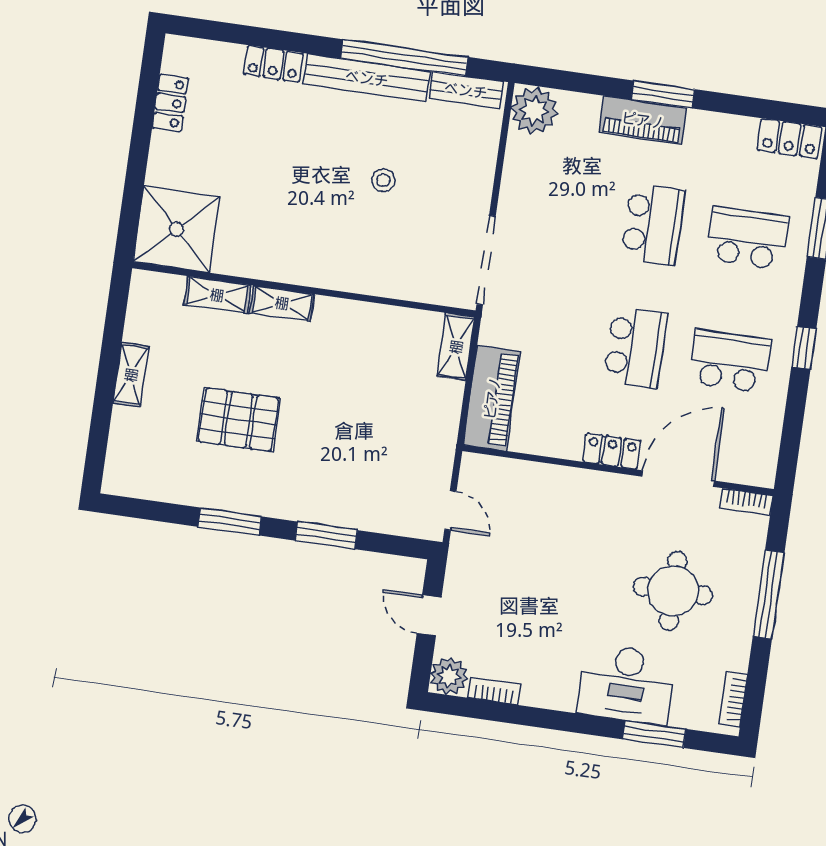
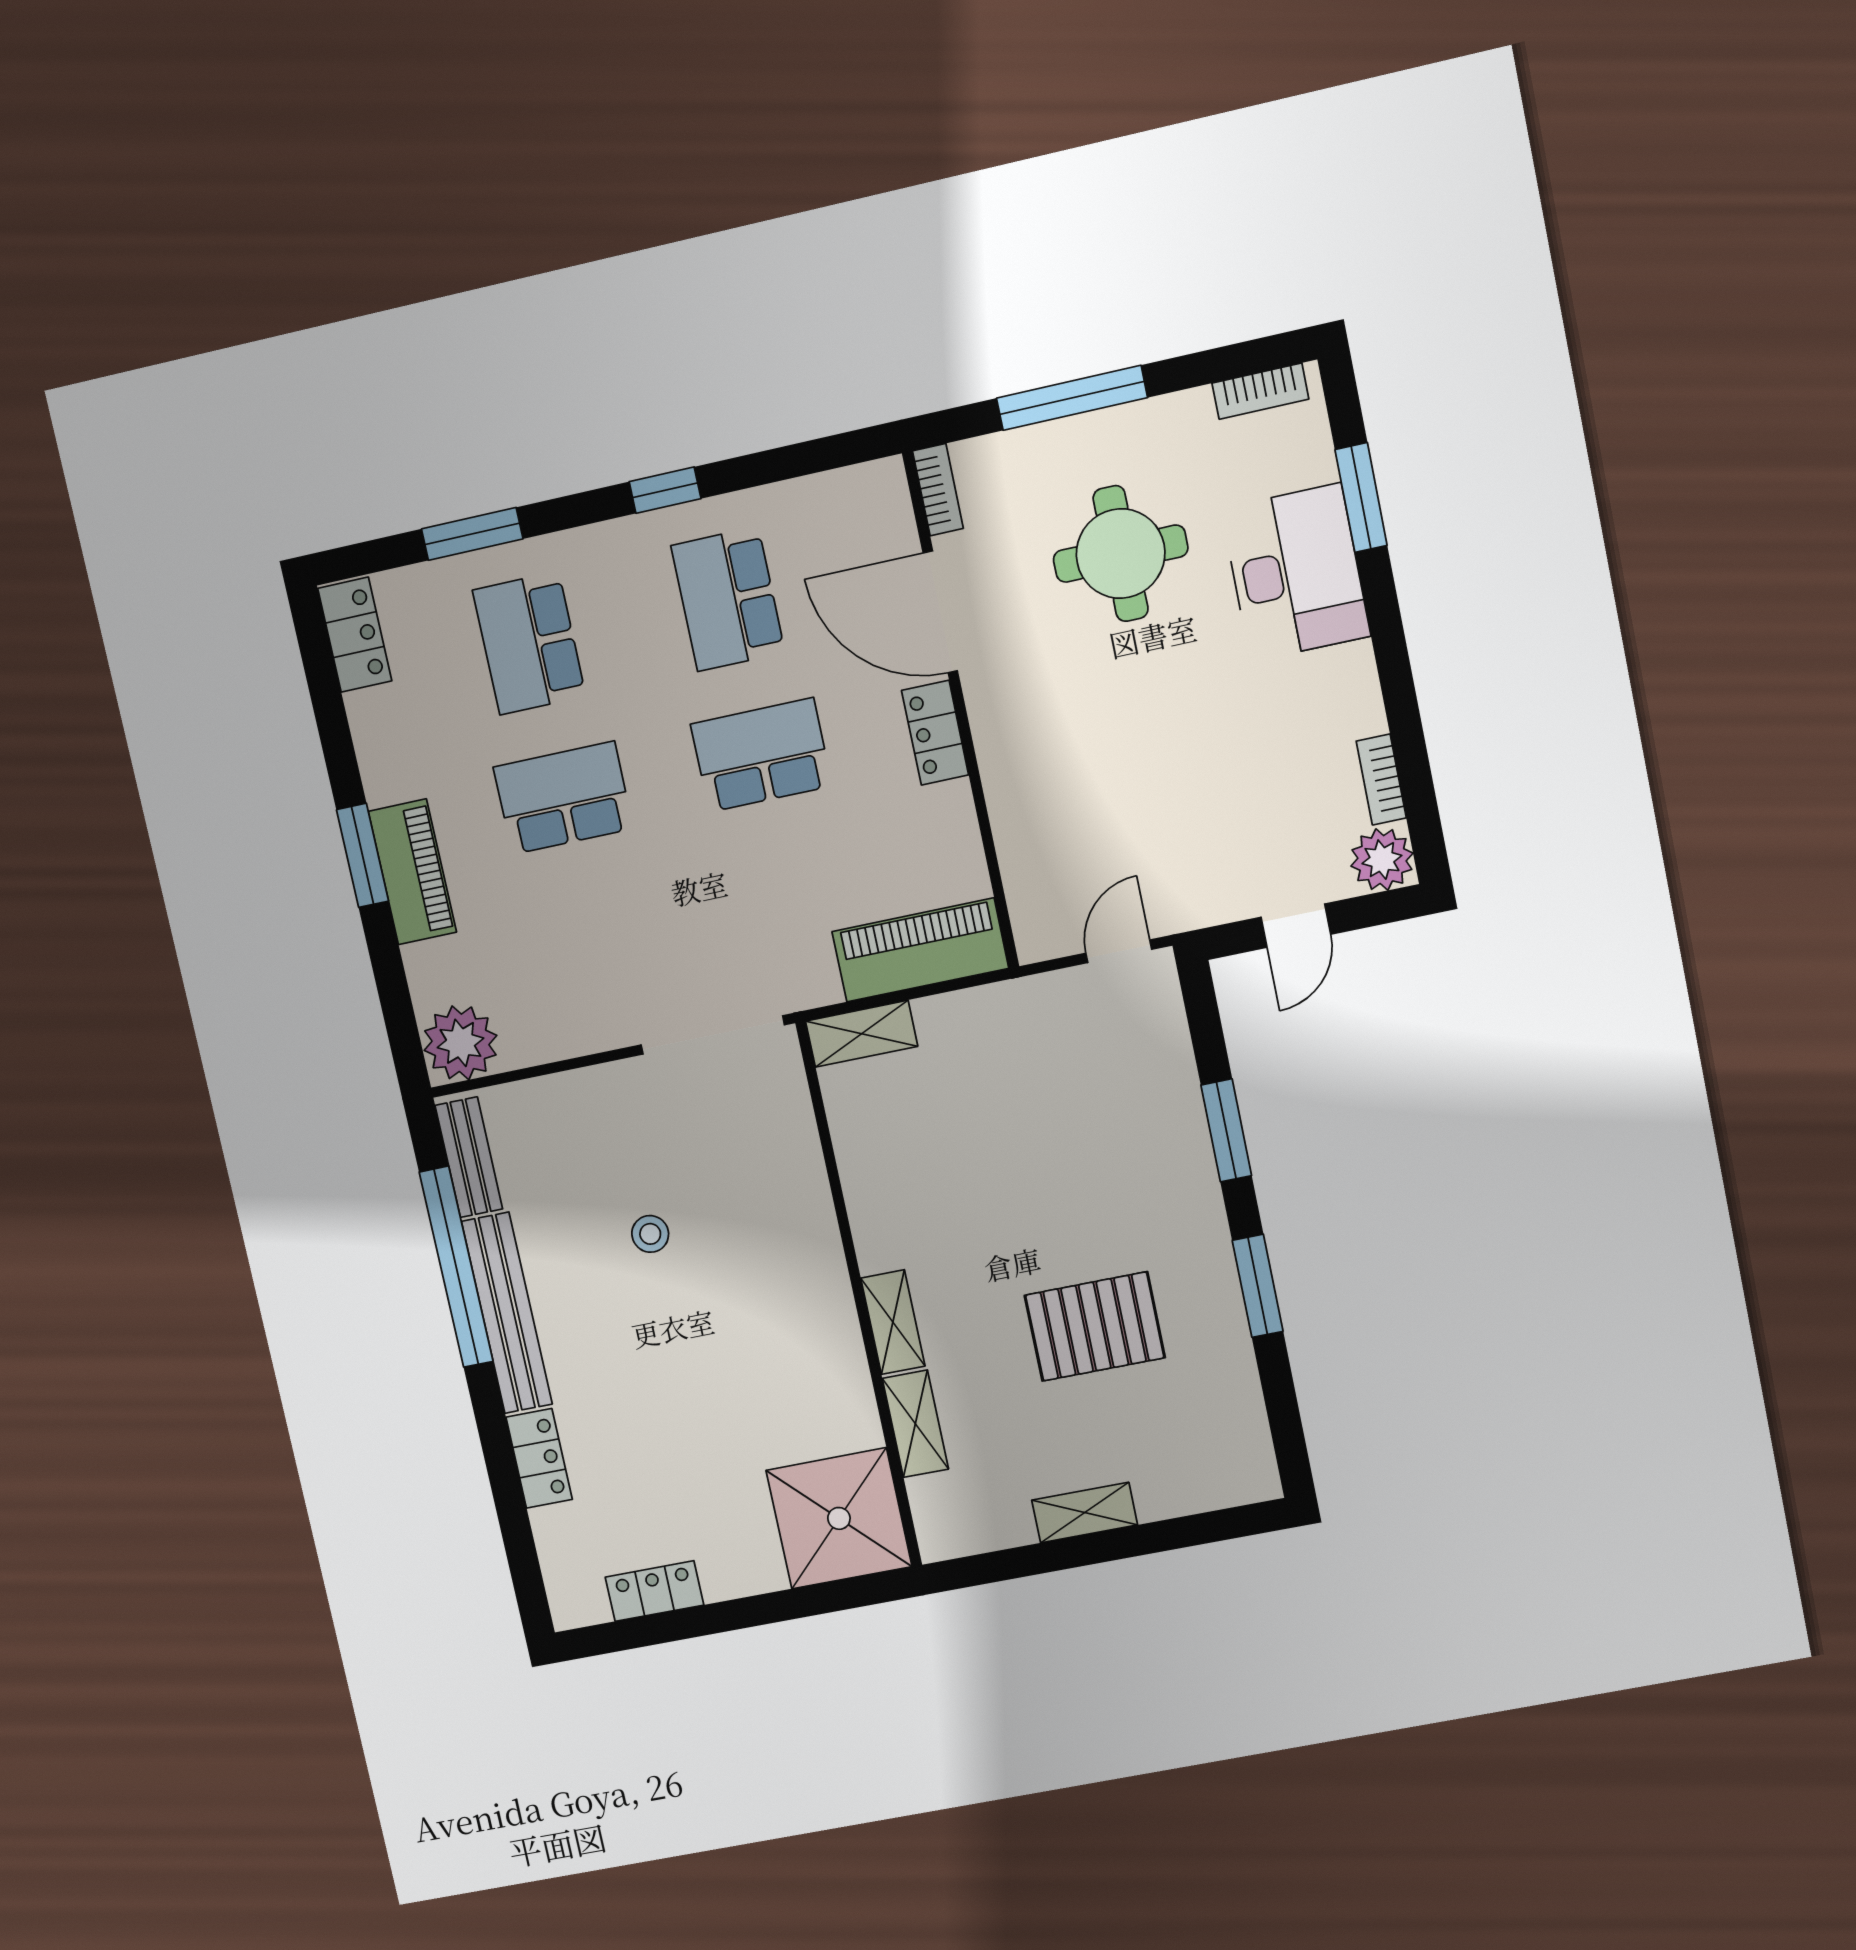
pallet: (239, 420) -> (1095, 1326), turned 90

